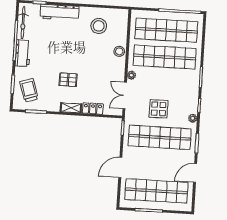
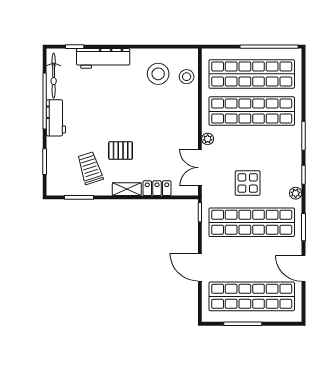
stool: (119, 51) -> (187, 77), moved
trolley: (29, 90) -> (90, 168), moved
door: (120, 167) -> (200, 267), hinge flipped
door: (195, 173) -> (303, 268), hinge flipped

